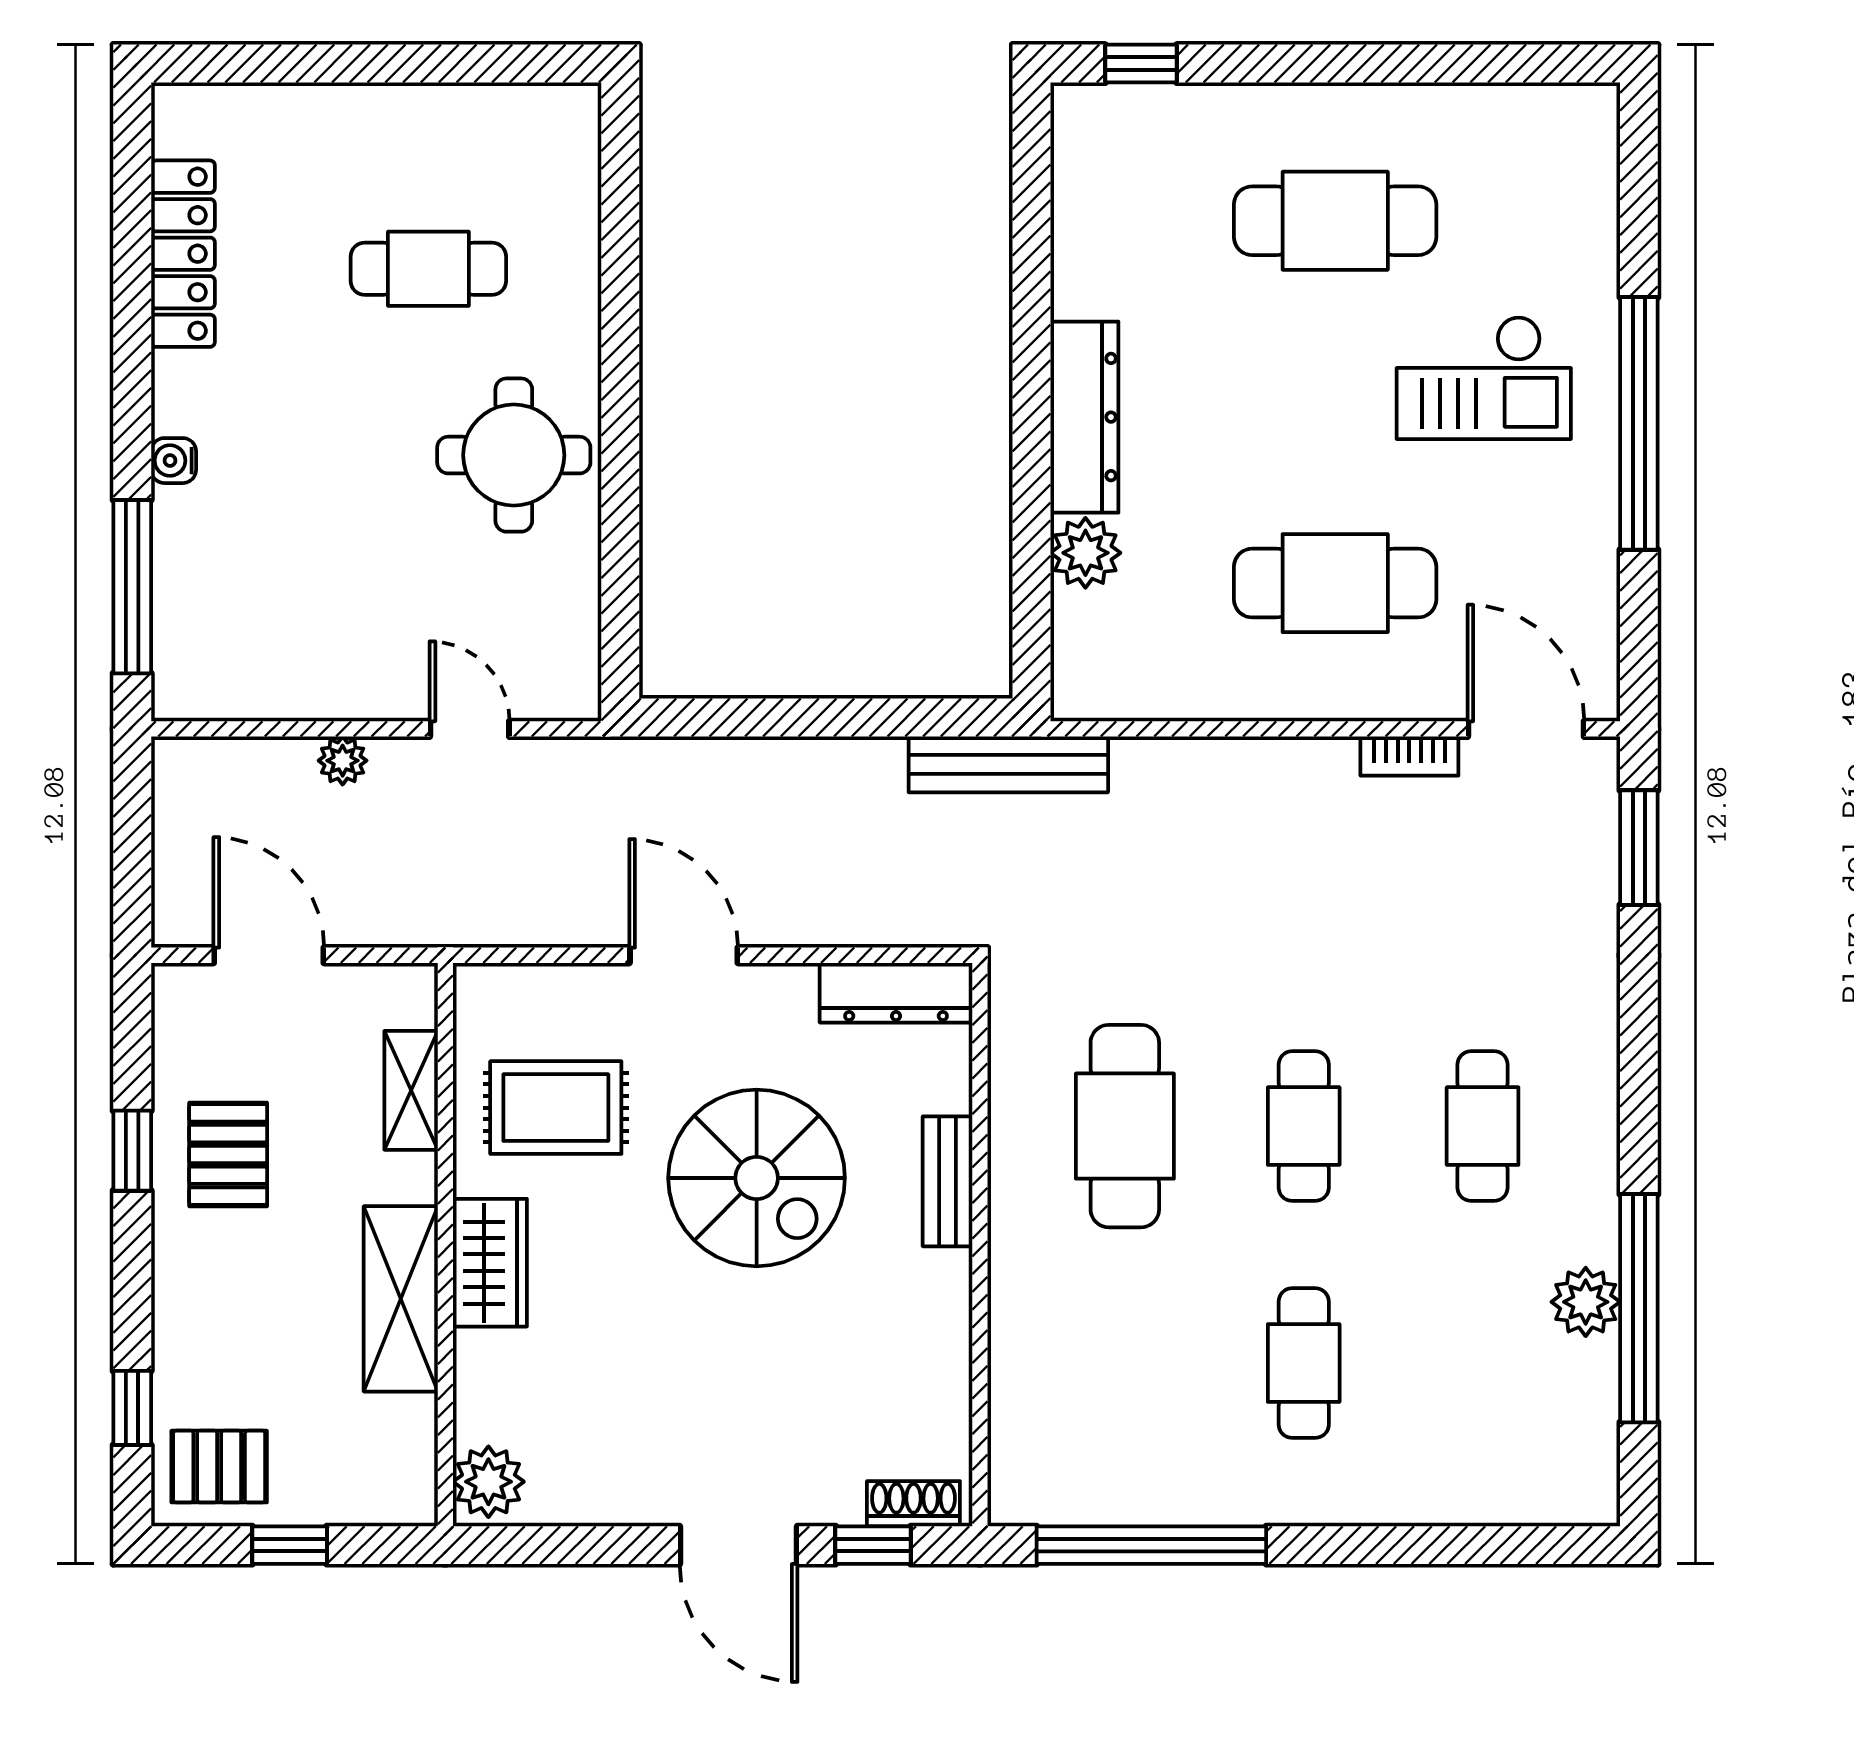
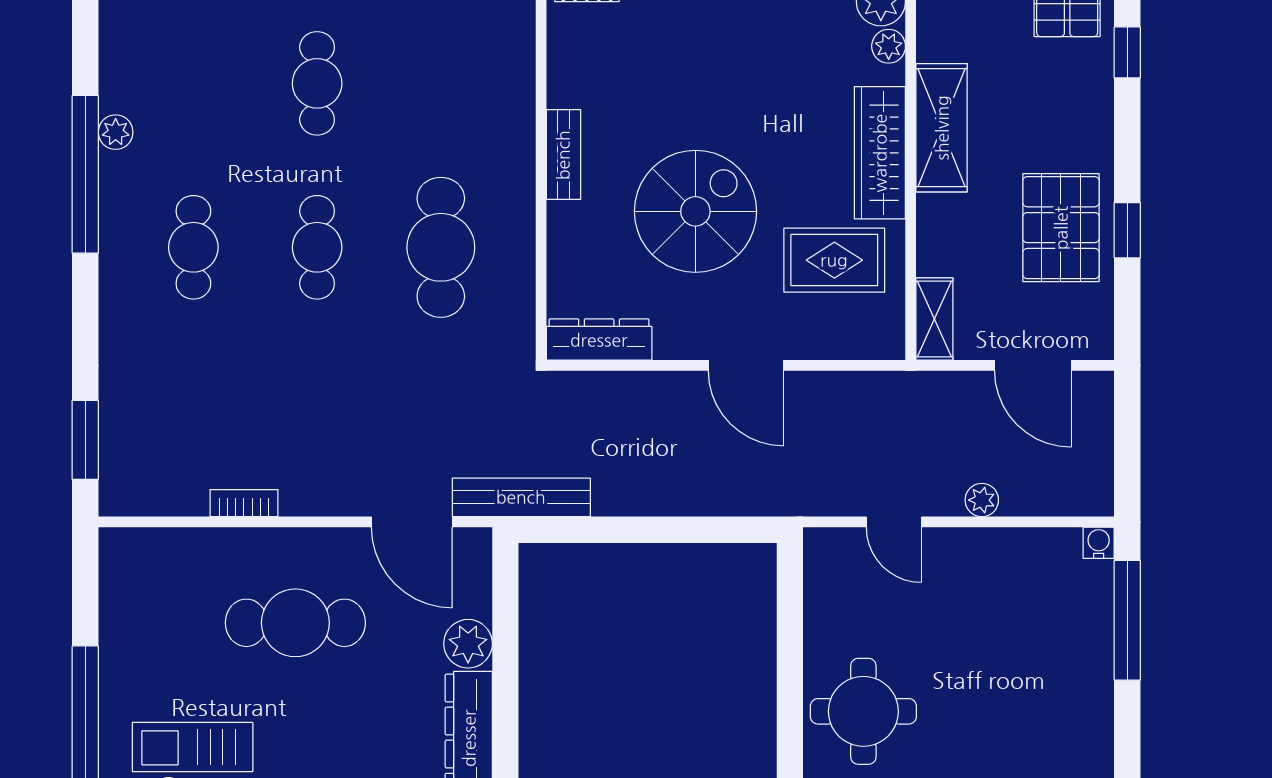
water cooler: (174, 461) -> (1099, 543), moved, turned -90
door: (1526, 729) -> (412, 522), moved
shelving: (411, 1090) -> (934, 319), moved
pallet: (228, 1154) -> (1061, 228), width x1.50, depth x1.42
spiral stairs: (757, 1178) -> (695, 211), turned 90
bench: (947, 1181) -> (563, 155), moved
wardrobe: (490, 1263) -> (880, 153), width x1.50
plant: (1586, 1302) -> (116, 132), width x0.73, depth x0.73
window: (1639, 1308) -> (85, 174), moved
plant: (477, 1417) -> (889, 46), added

